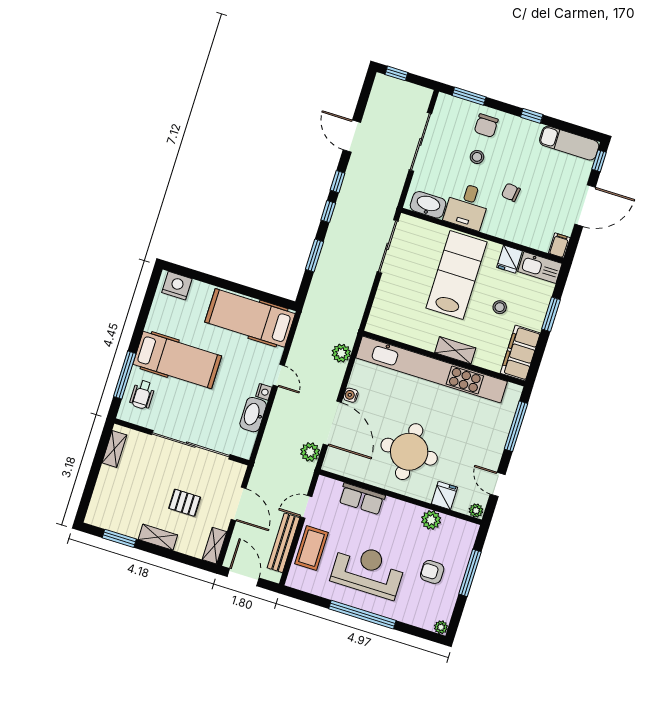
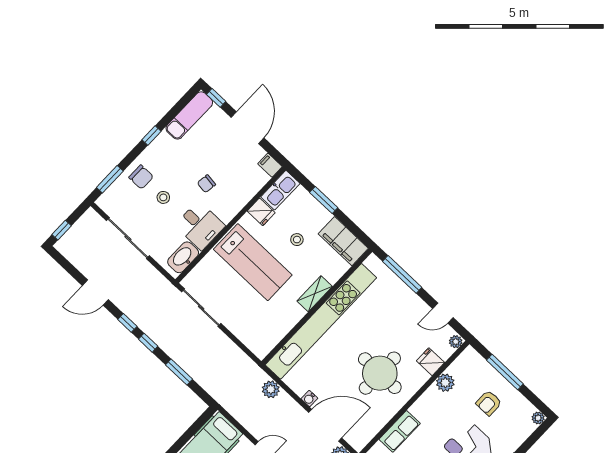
lab bench: (457, 275) -> (253, 262), turned 180

